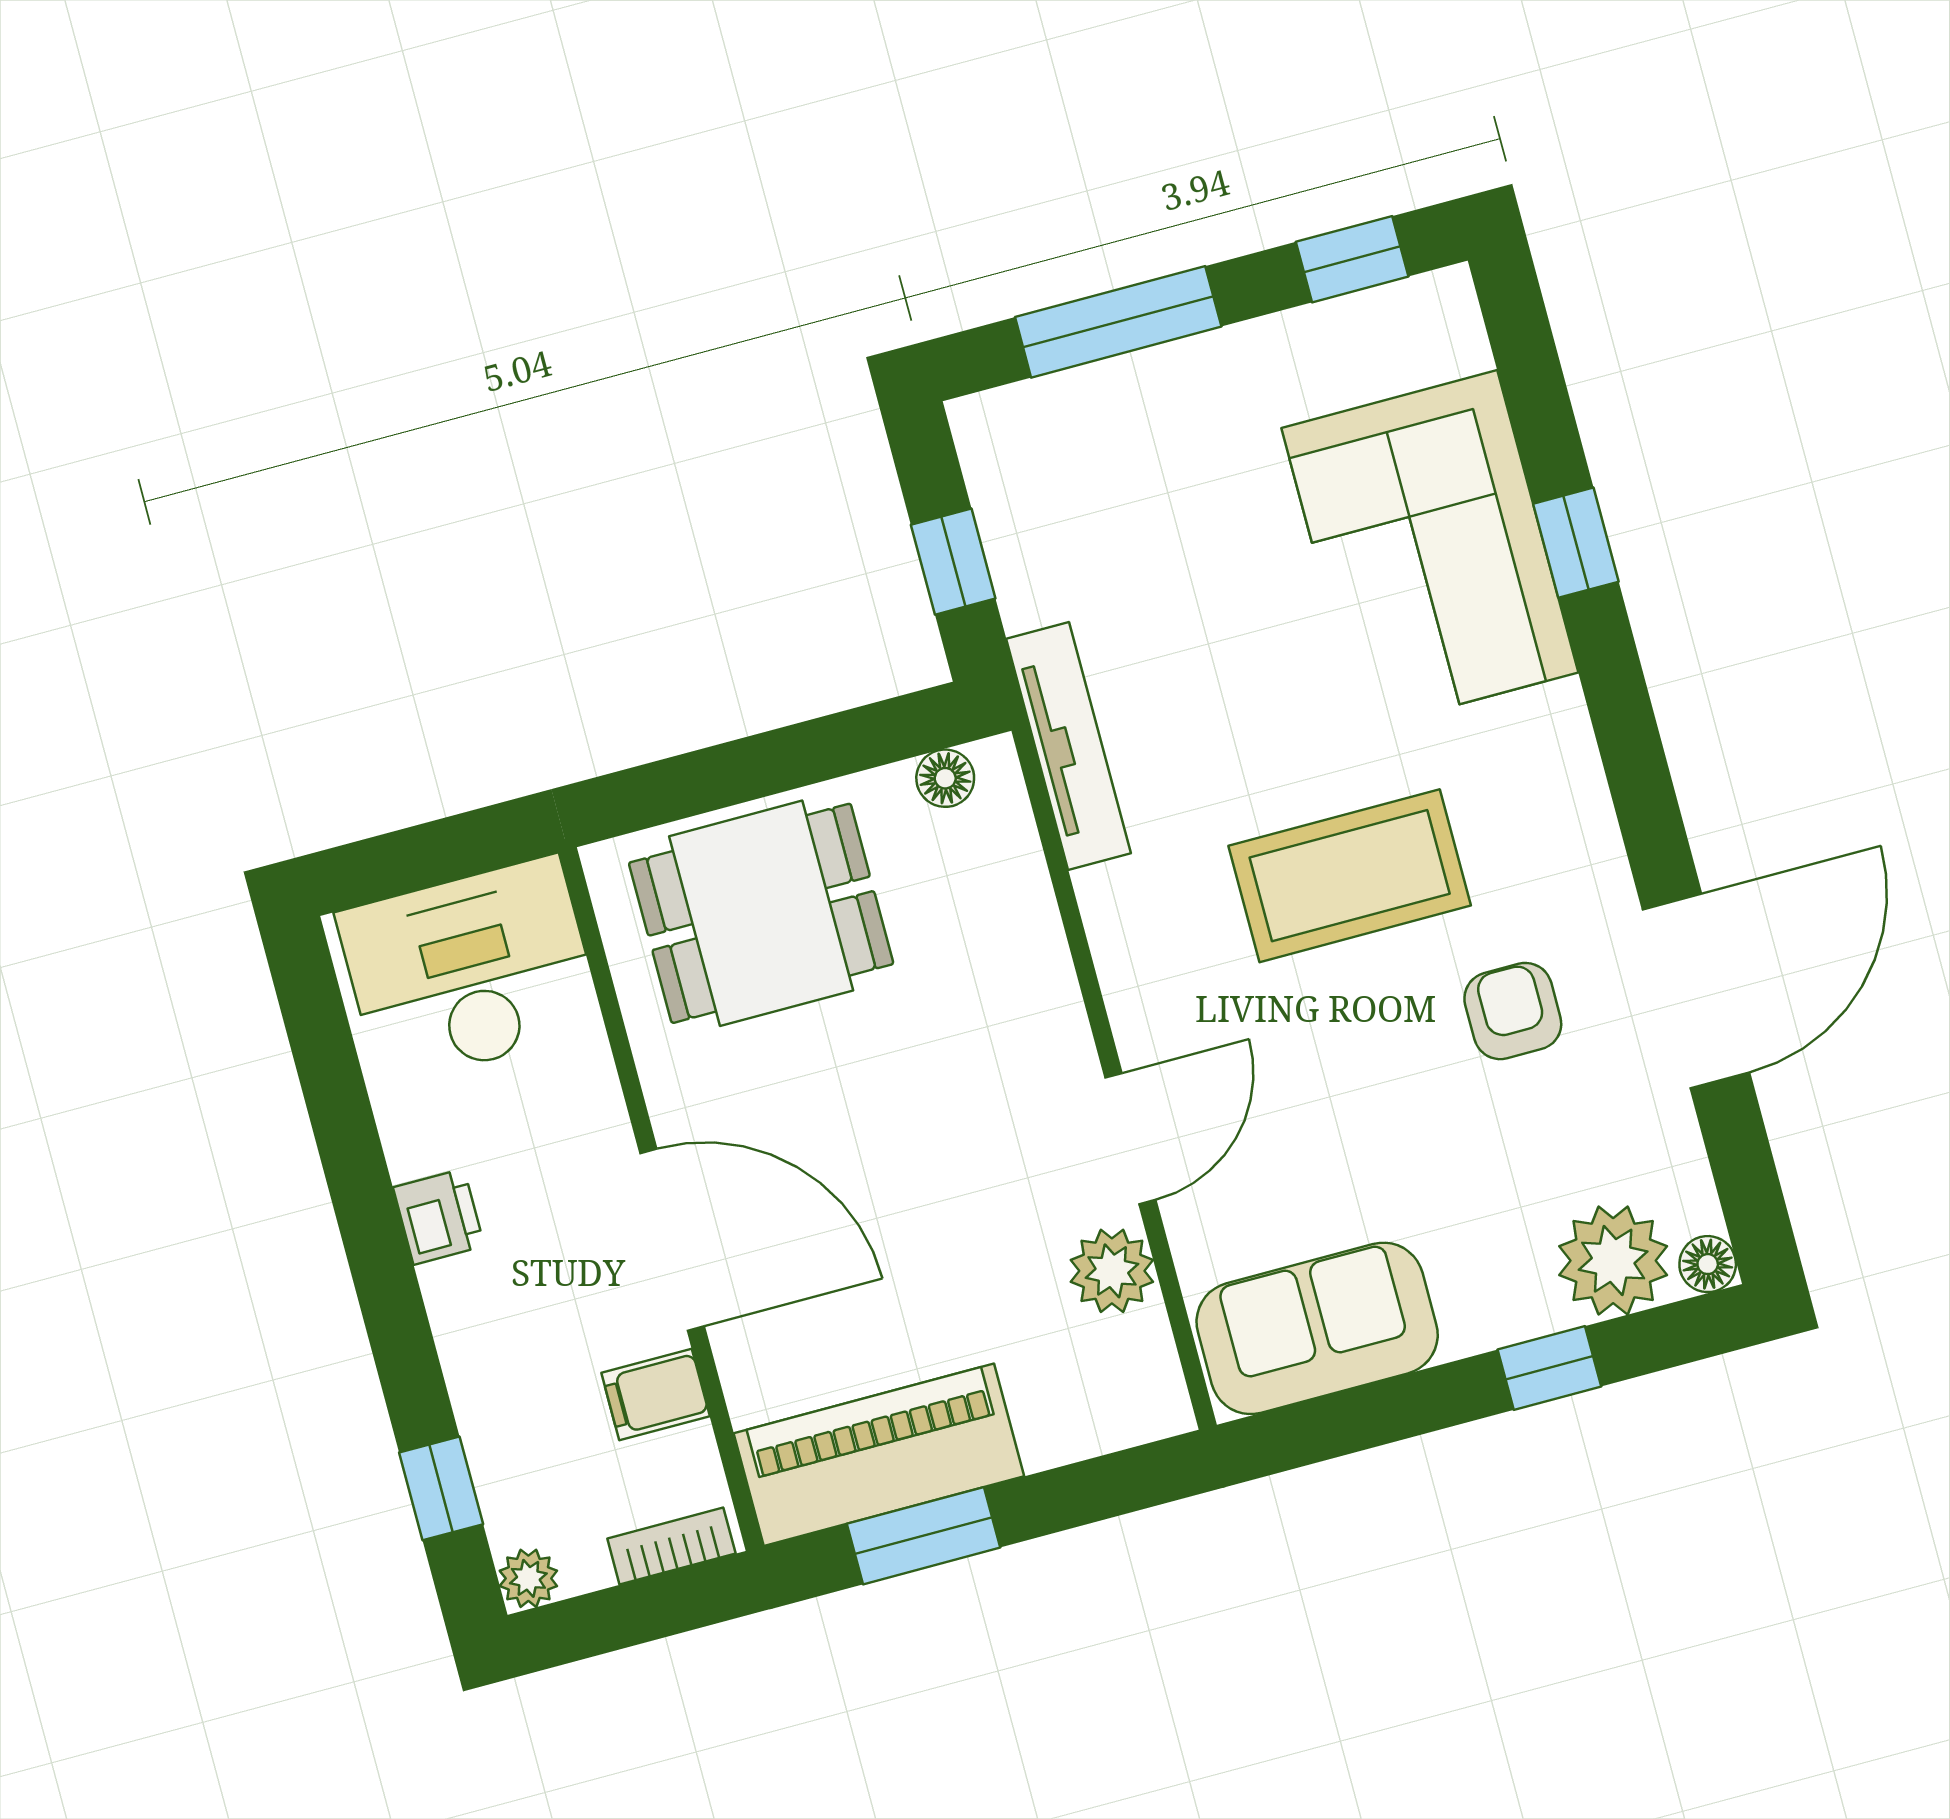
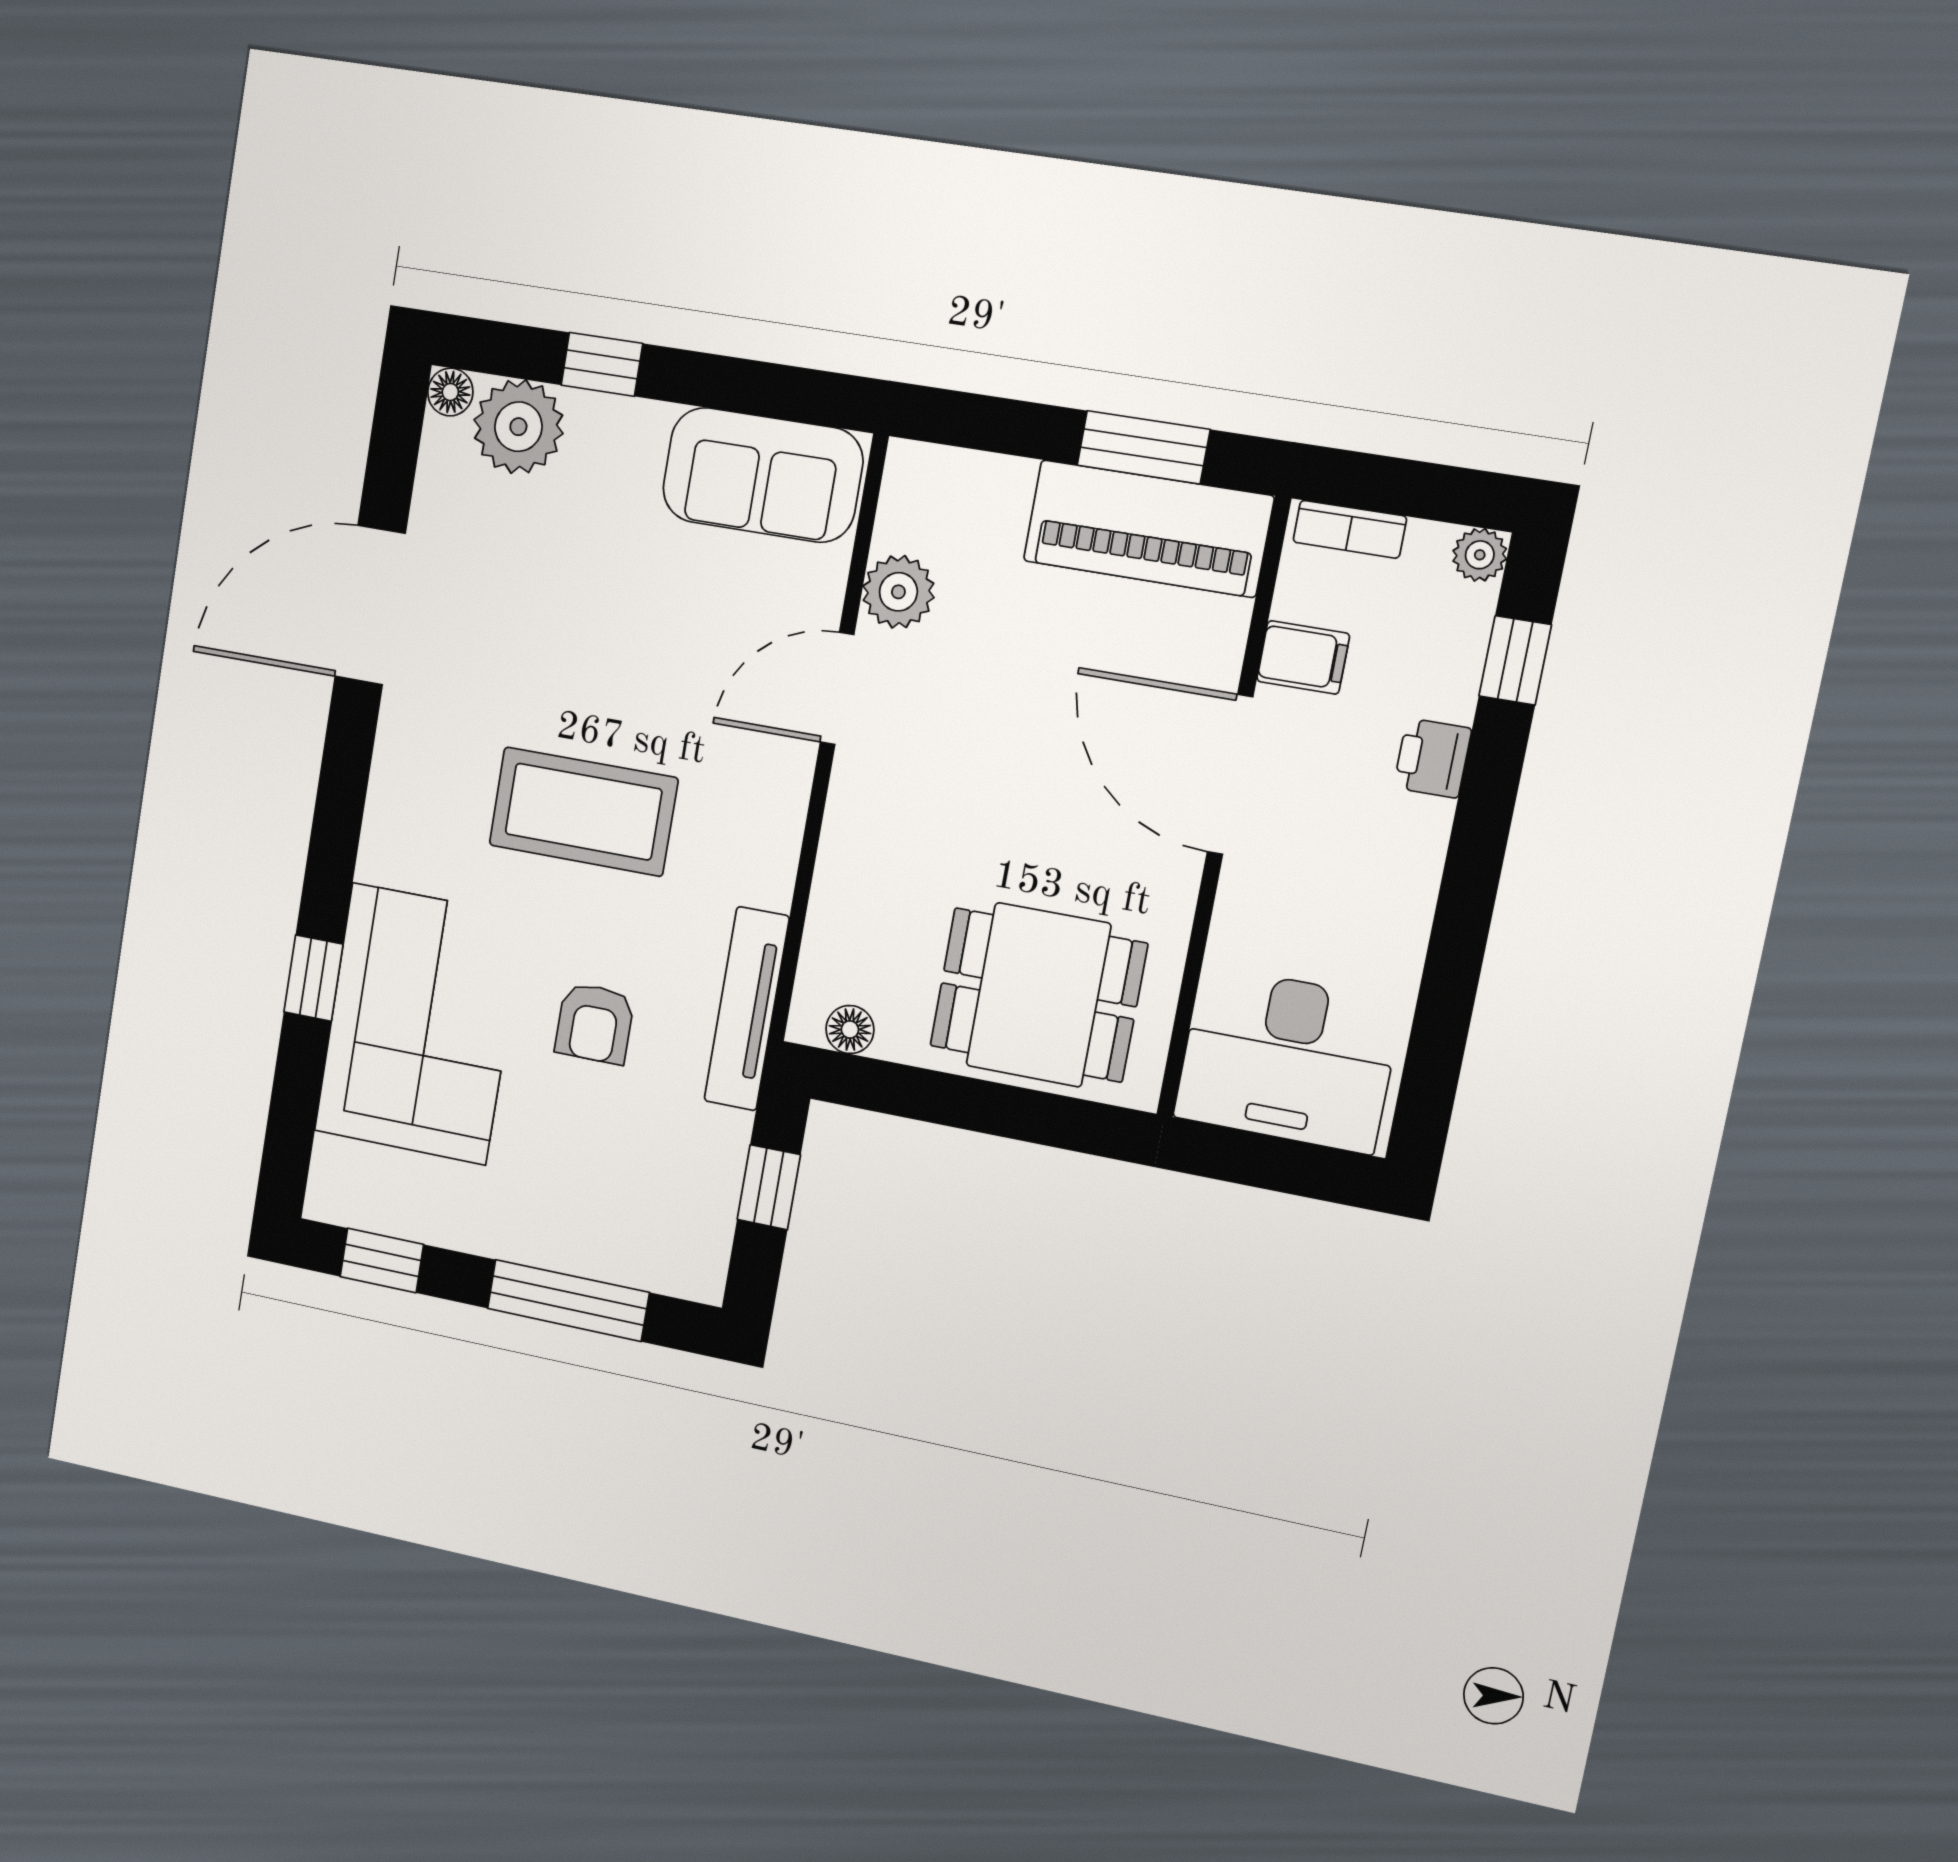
armchair: (1513, 1011) -> (595, 1023), moved
printer: (439, 1217) -> (1432, 758), moved

